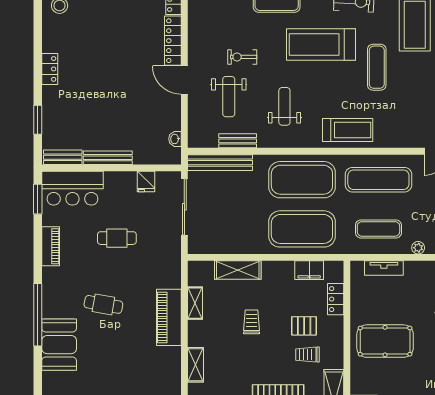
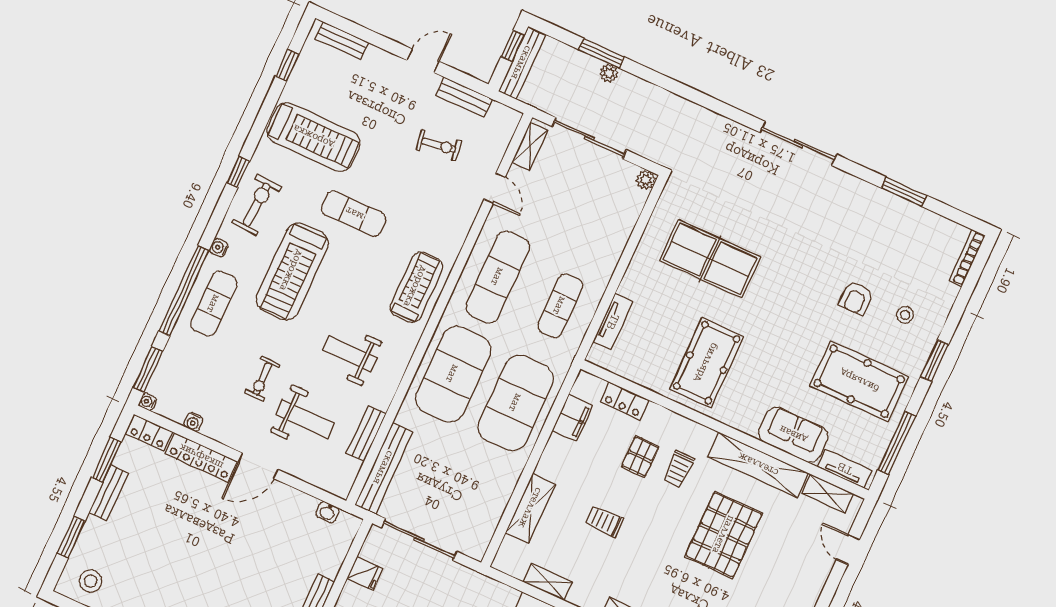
water cooler: (194, 25) -> (193, 422), added
plant: (418, 248) -> (607, 266), removed

